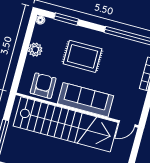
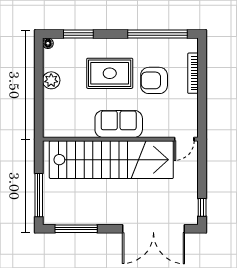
armchair: (43, 86) -> (154, 80), moved, turned -90
sofa: (86, 100) -> (119, 124), width x0.73

